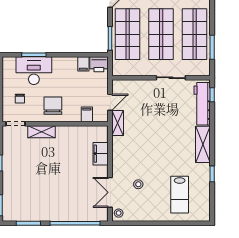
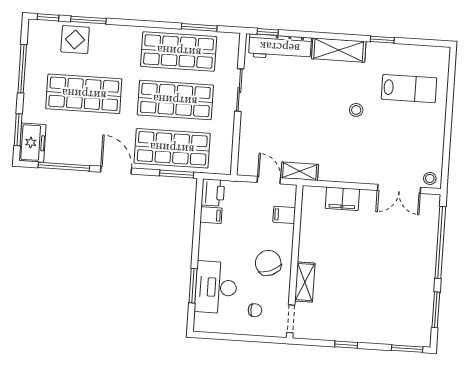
chair: (53, 106) -> (268, 263), turned 68
stool: (138, 184) -> (356, 110), moved

